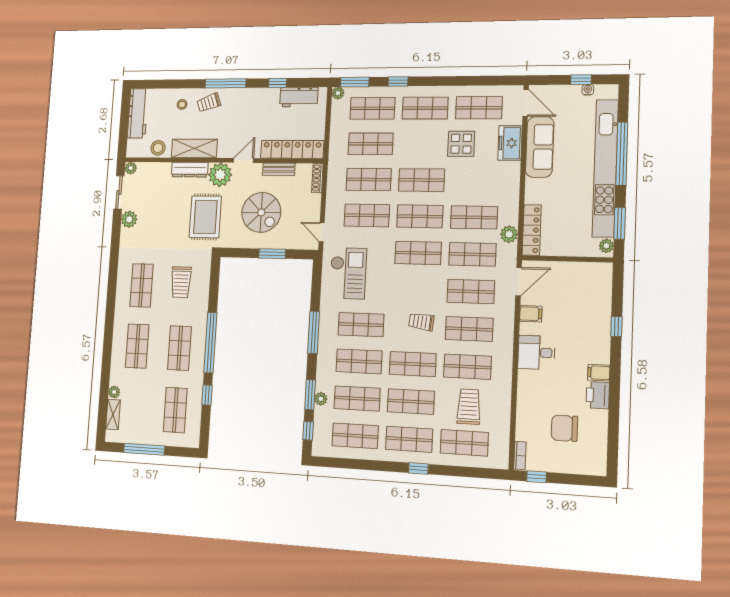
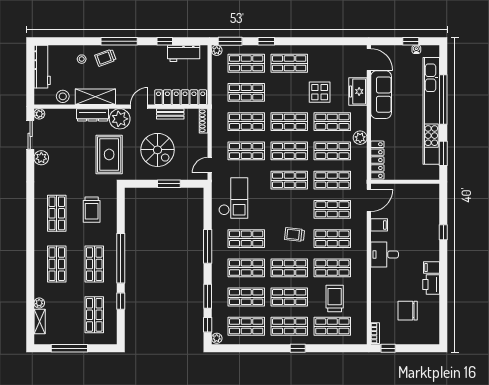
shop shelf: (479, 108) -> (332, 122), moved
door: (322, 232) -> (210, 165), hinge flipped
plant: (509, 234) -> (360, 138), moved
plant: (606, 246) -> (434, 171), removed
plant: (321, 399) -> (217, 338), moved

